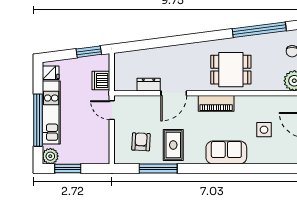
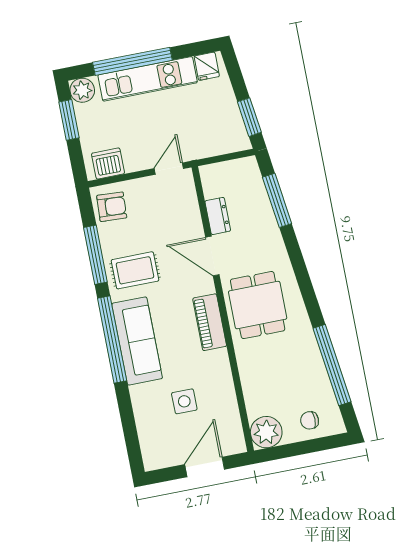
window: (146, 44) -> (277, 200), added
dining table: (231, 70) -> (258, 305), moved
dishwasher: (101, 80) -> (108, 164), moved
armchair: (141, 142) -> (112, 207), moved
sofa: (226, 153) -> (137, 341), width x1.36
window: (215, 168) -> (112, 339), added

